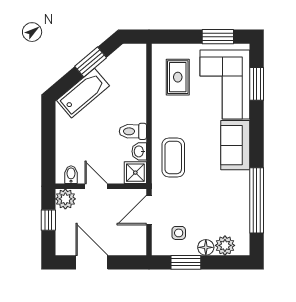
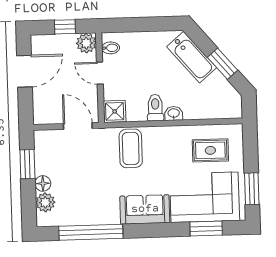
washbasin: (139, 151) -> (174, 113), moved
coffee table: (173, 158) -> (131, 148), turned 90
door: (96, 186) -> (100, 73), swing flipped
side table: (179, 233) -> (56, 156), removed

